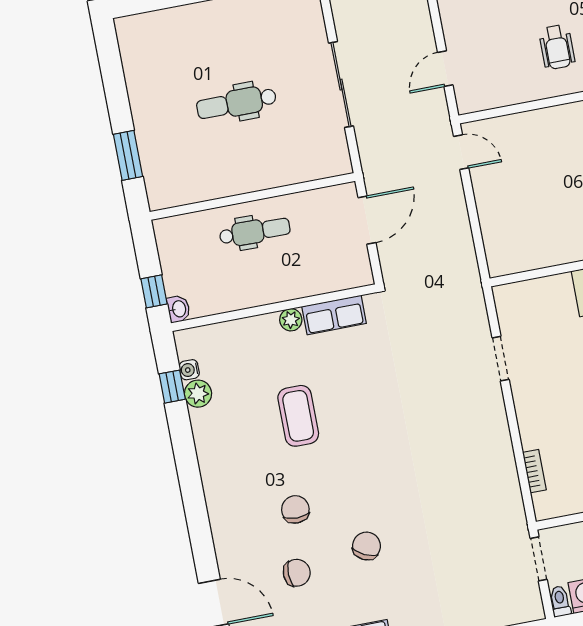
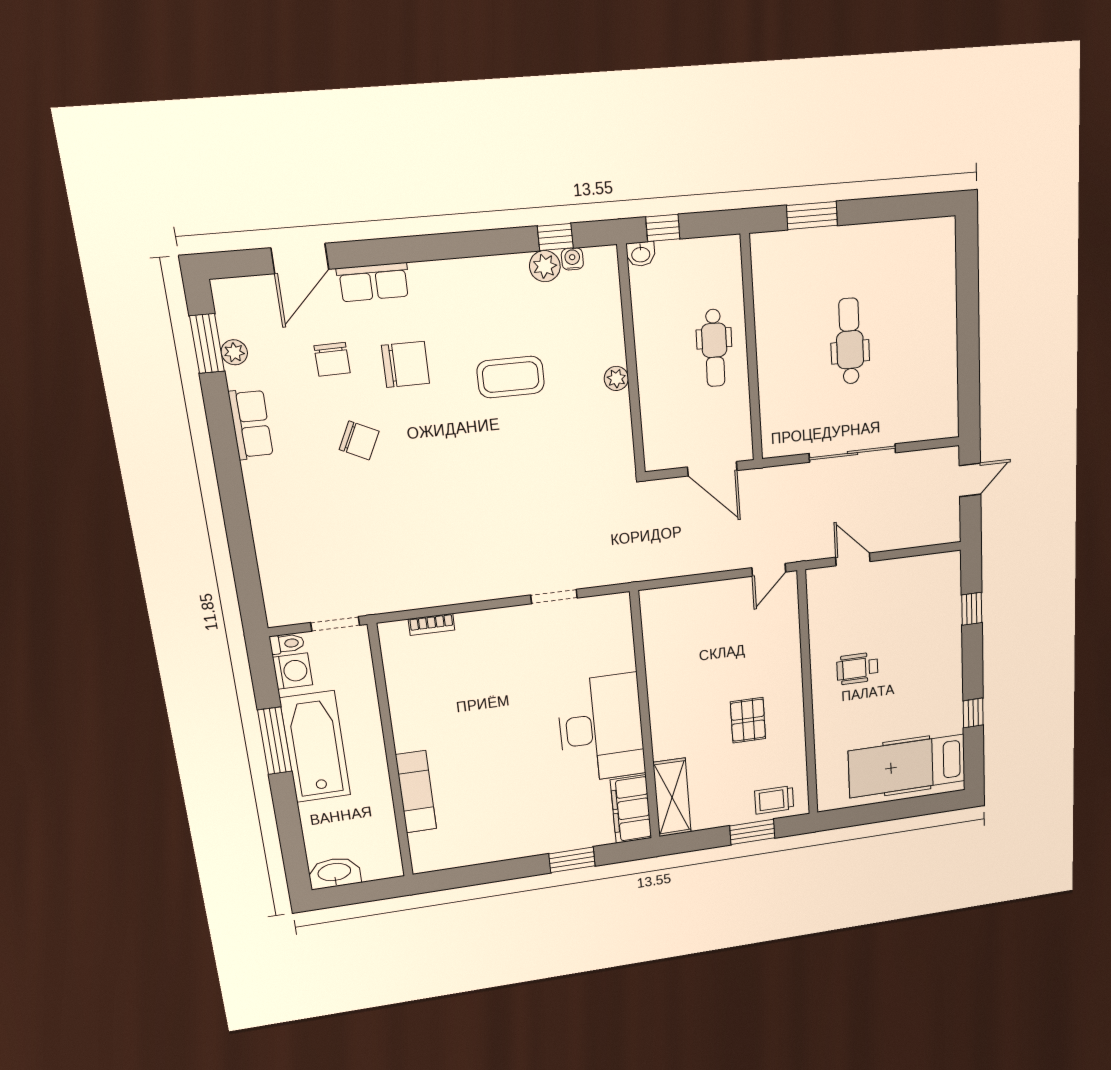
row of seats: (334, 315) -> (373, 282), moved, turned -90
chair: (295, 509) -> (405, 364), width x1.37, depth x1.37

